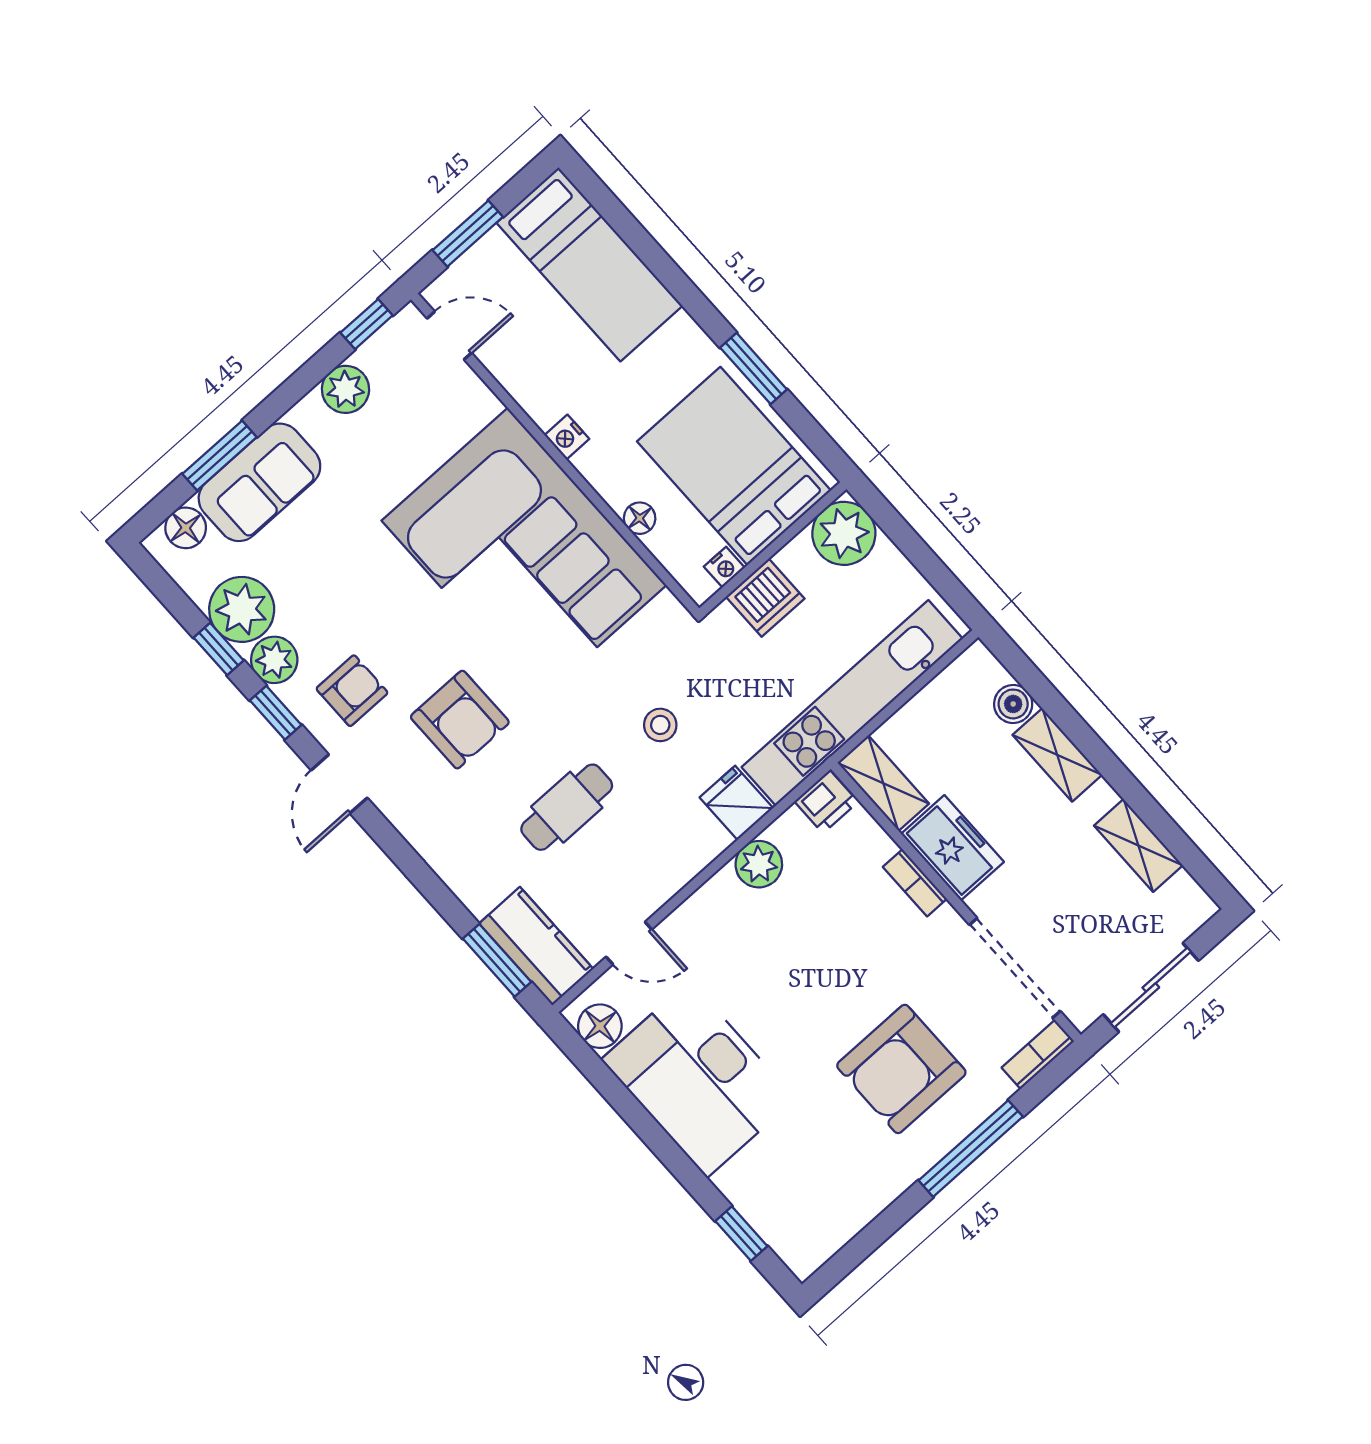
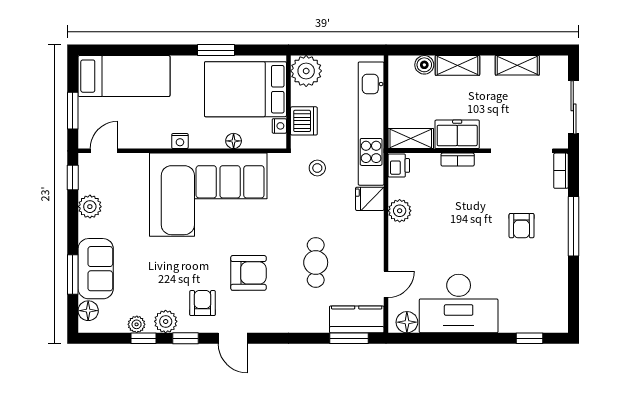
plant: (242, 609) -> (137, 324), width x0.53, depth x0.53
stool: (660, 725) -> (317, 168), moved
armchair: (901, 1069) -> (522, 226), width x0.53, depth x0.53

